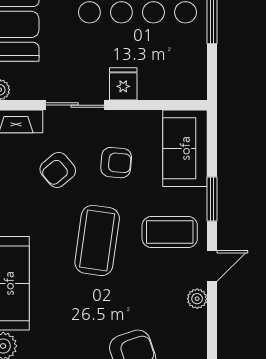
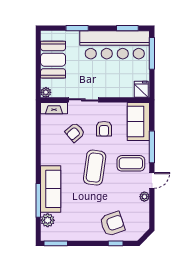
fridge: (123, 84) -> (141, 89), moved
armchair: (116, 163) -> (104, 129), turned 85
window: (212, 199) -> (152, 147), width x1.44

